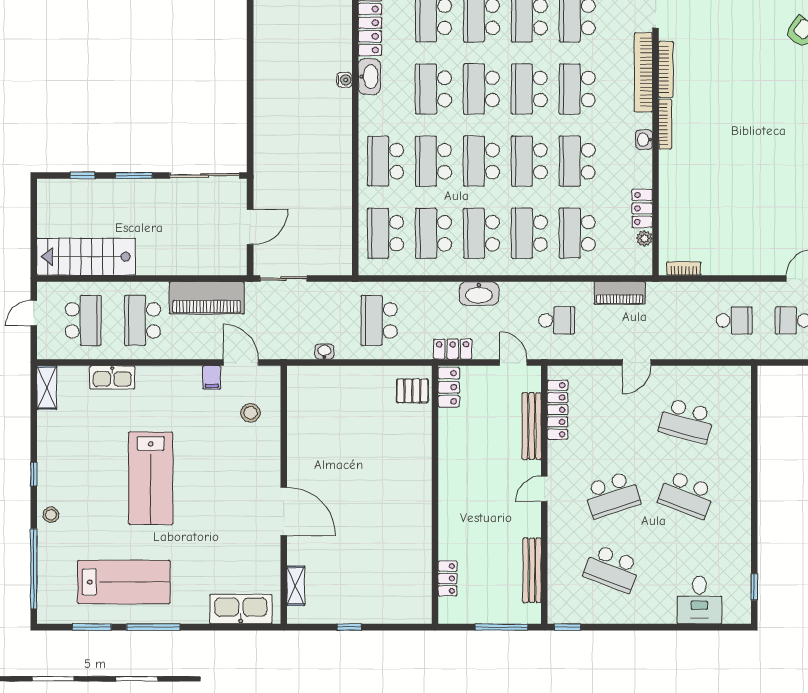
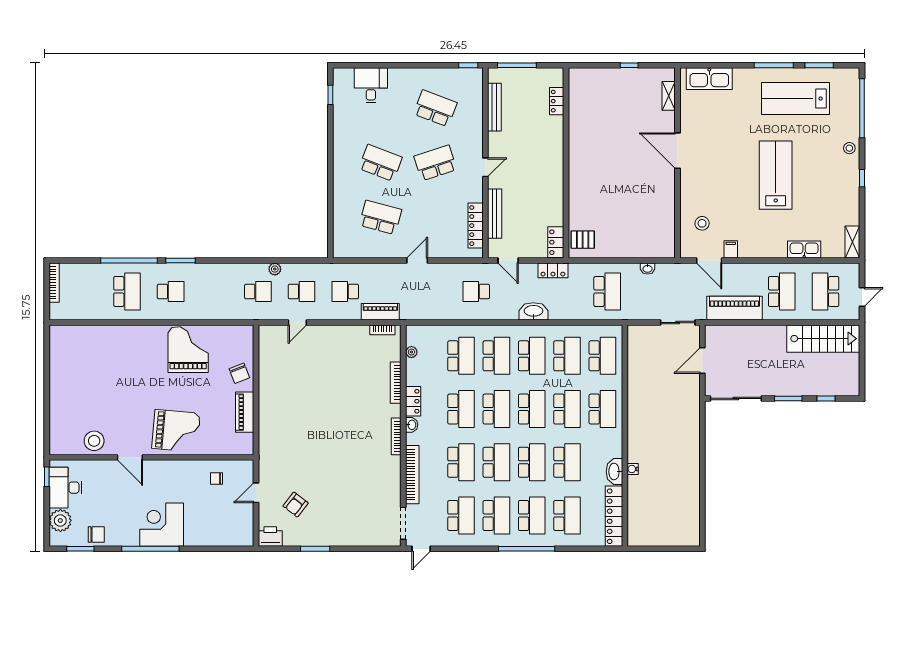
bookcase: (666, 69) -> (396, 383), moved
locker: (642, 208) -> (413, 401), moved
piano: (620, 293) -> (380, 312), moved

